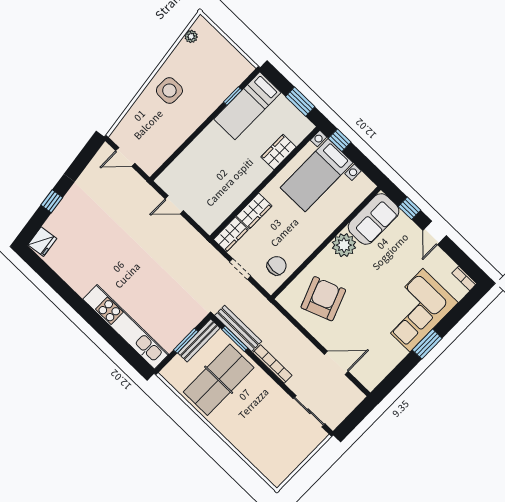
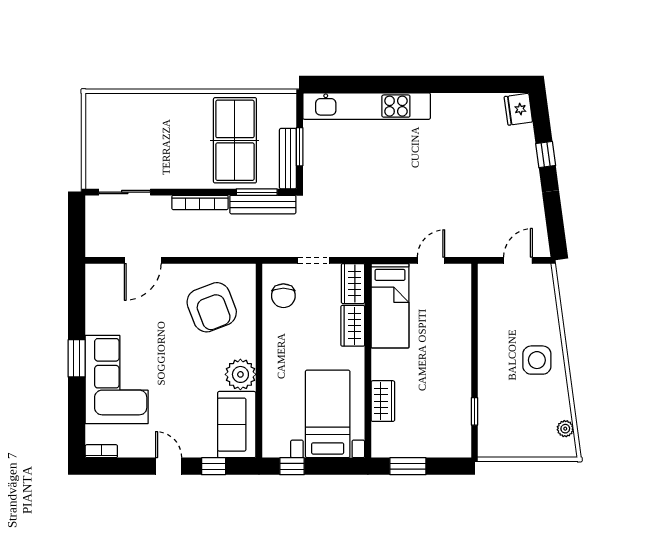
bed: (247, 106) -> (390, 306), moved, turned 180
window: (340, 140) -> (292, 466), moved

